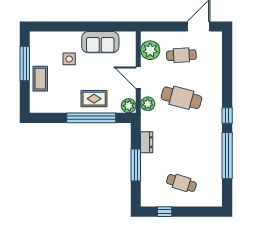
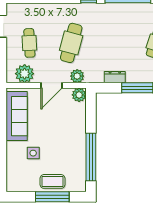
sofa: (100, 42) -> (17, 116), width x1.36
window: (25, 63) -> (52, 197), moved
rug: (94, 99) -> (72, 129), removed
window: (91, 118) -> (91, 157), moved

